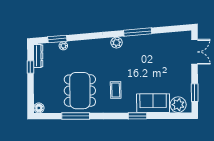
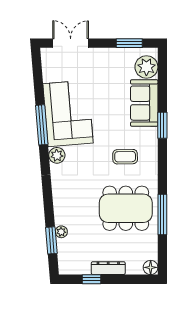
corner sofa: (146, 50) -> (68, 113), added
dresser: (38, 56) -> (108, 268), moved

